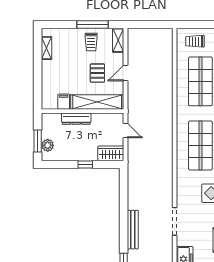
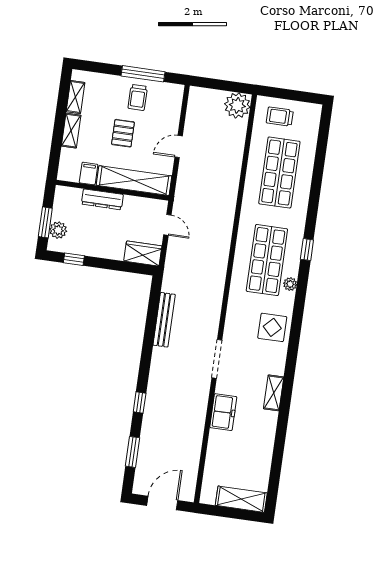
plant: (163, 38) -> (237, 105), added
shelving: (118, 40) -> (71, 131), moved
pallet: (97, 73) -> (123, 133), moved
window: (85, 165) -> (74, 259), moved
bench: (133, 230) -> (164, 320), moved

